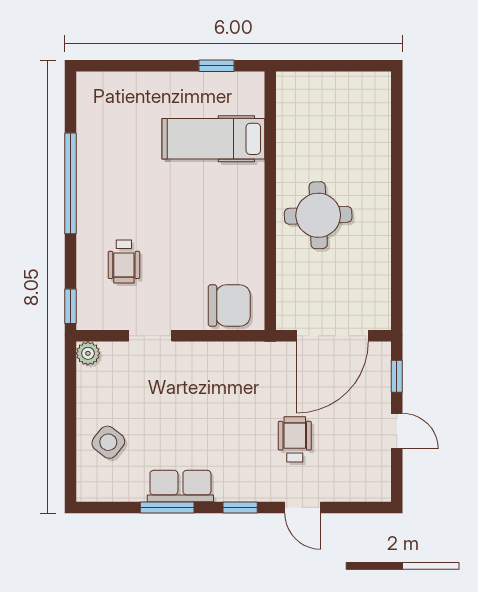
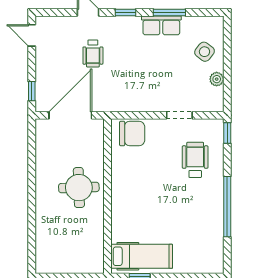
hospital bed: (213, 139) -> (142, 256), moved
wheelchair: (124, 261) -> (195, 160), width x1.36, depth x1.37
chair: (229, 305) -> (132, 134), turned 180
plant: (88, 353) -> (217, 79), moved
door: (397, 431) -> (32, 35), moved

